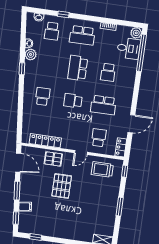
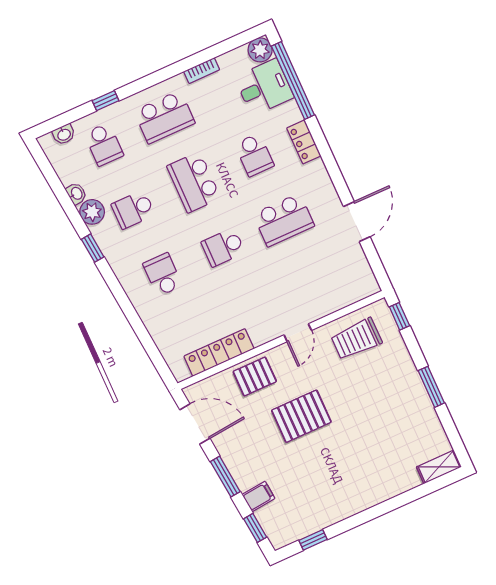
school desk: (99, 138) -> (133, 210), moved, turned -90
locker: (121, 147) -> (304, 142), moved
pallet: (62, 186) -> (301, 416), turned 90

